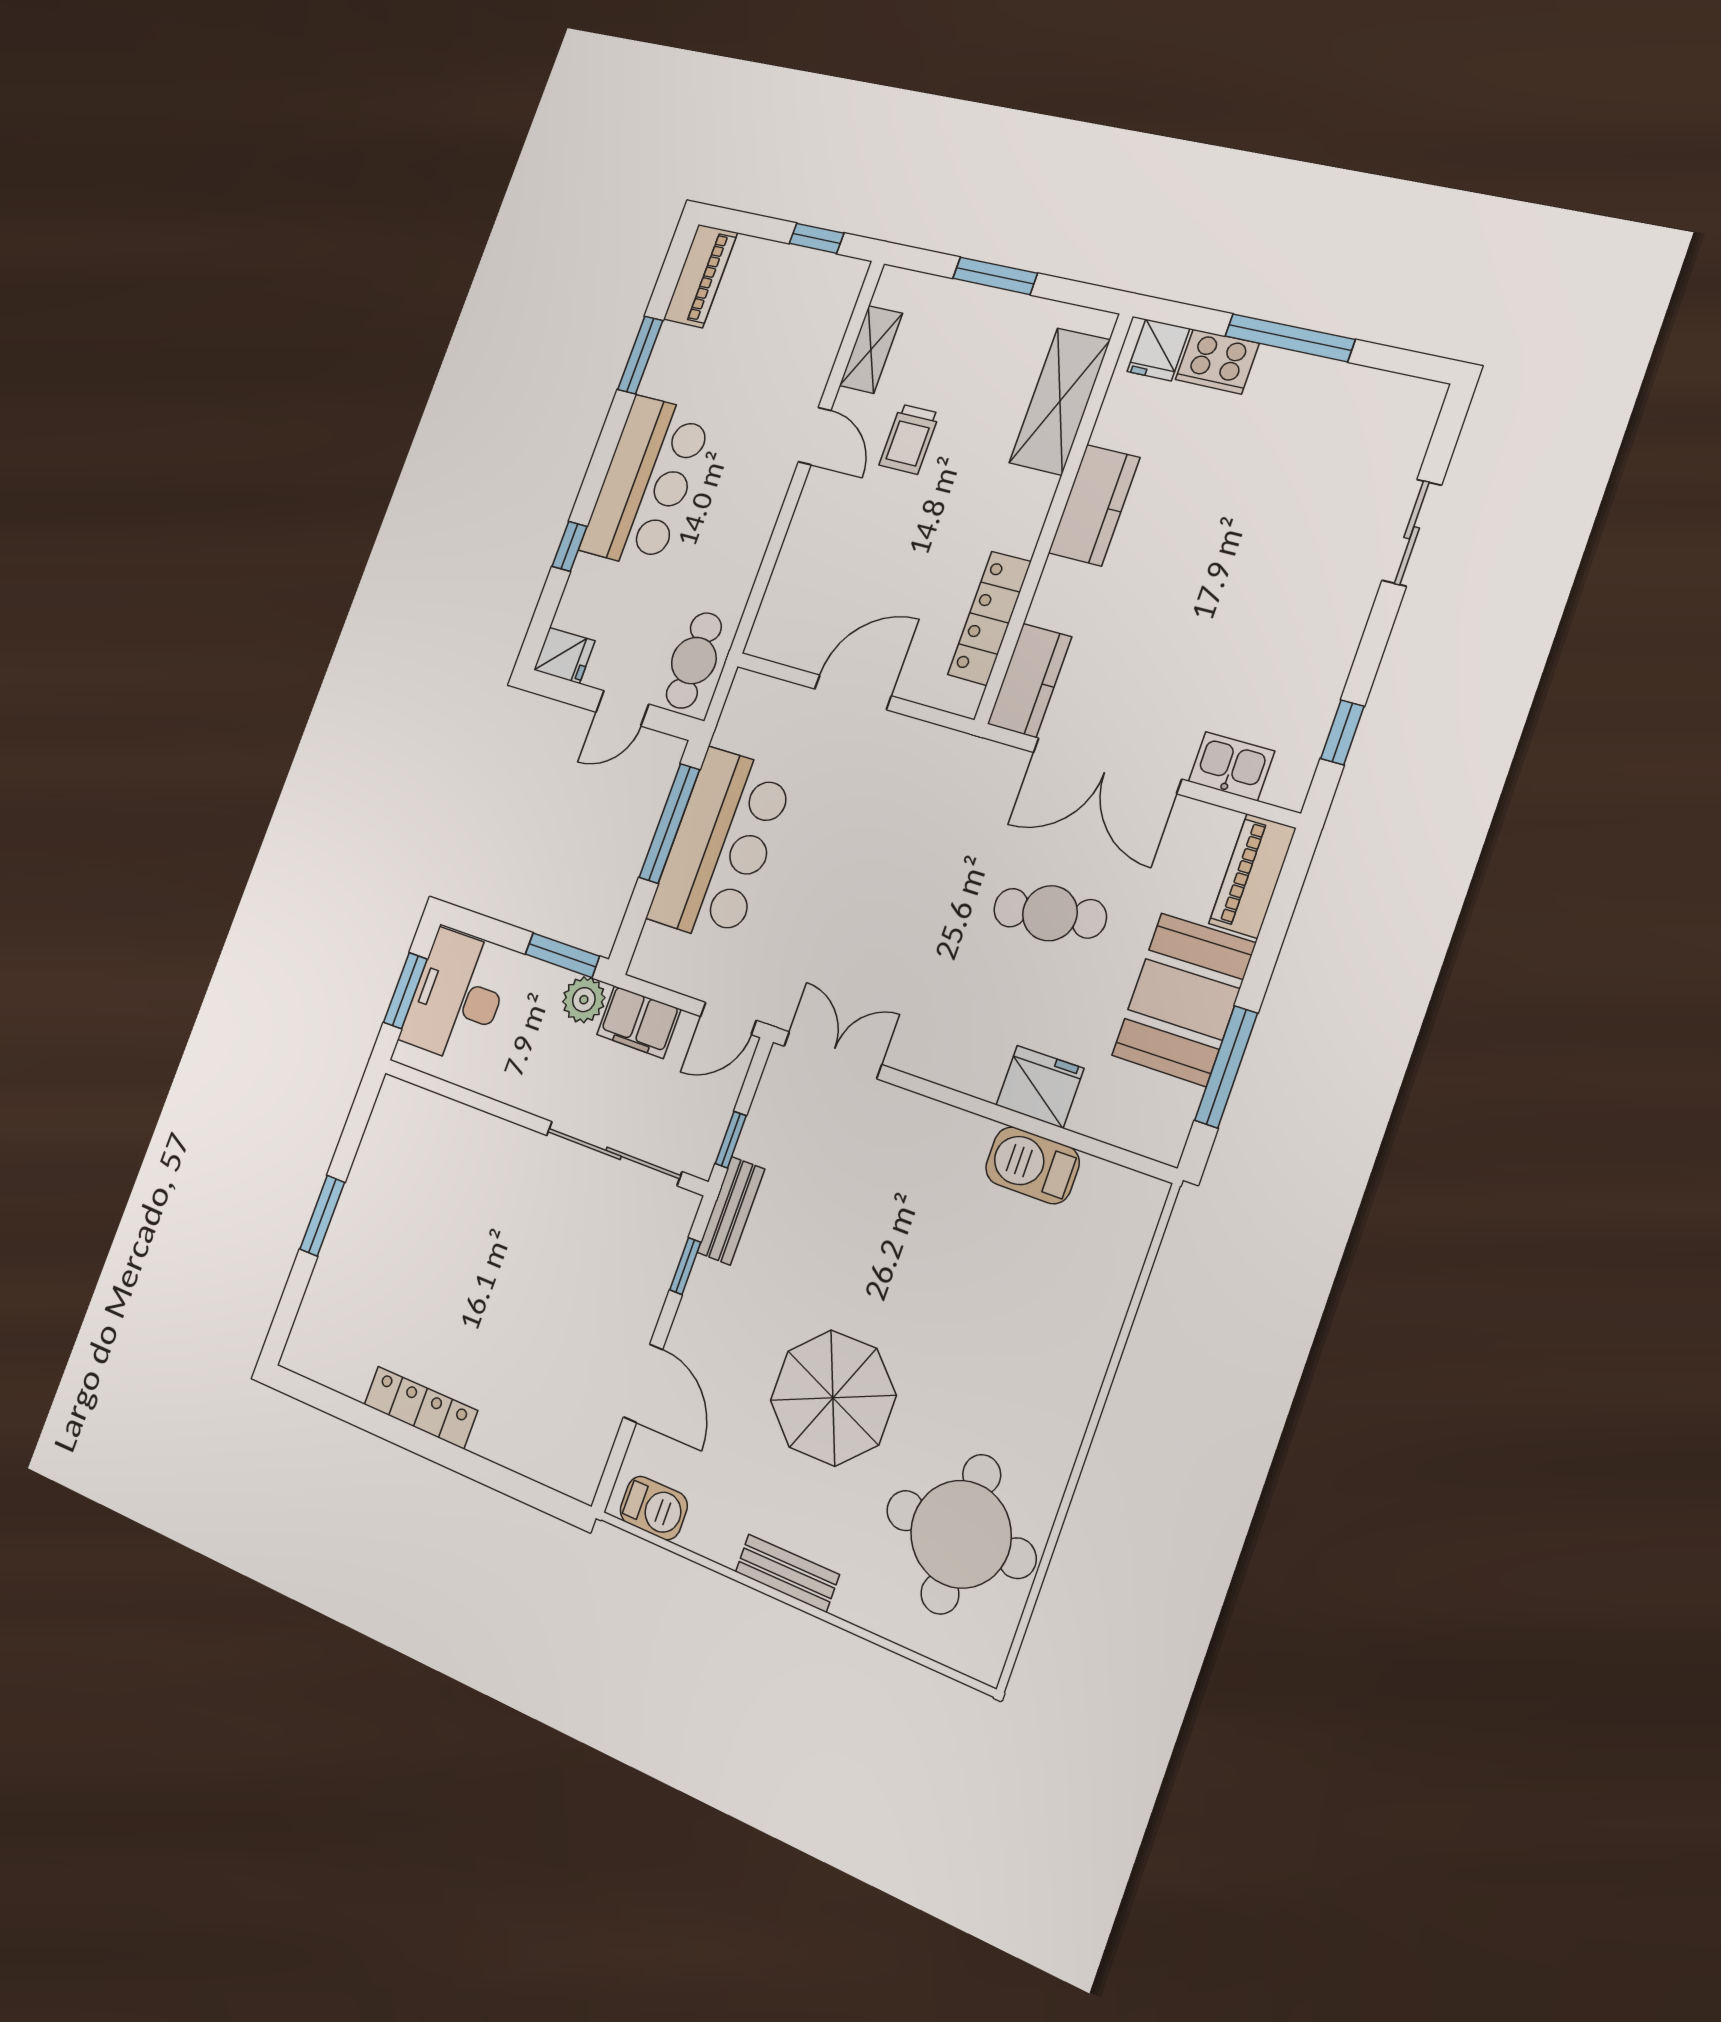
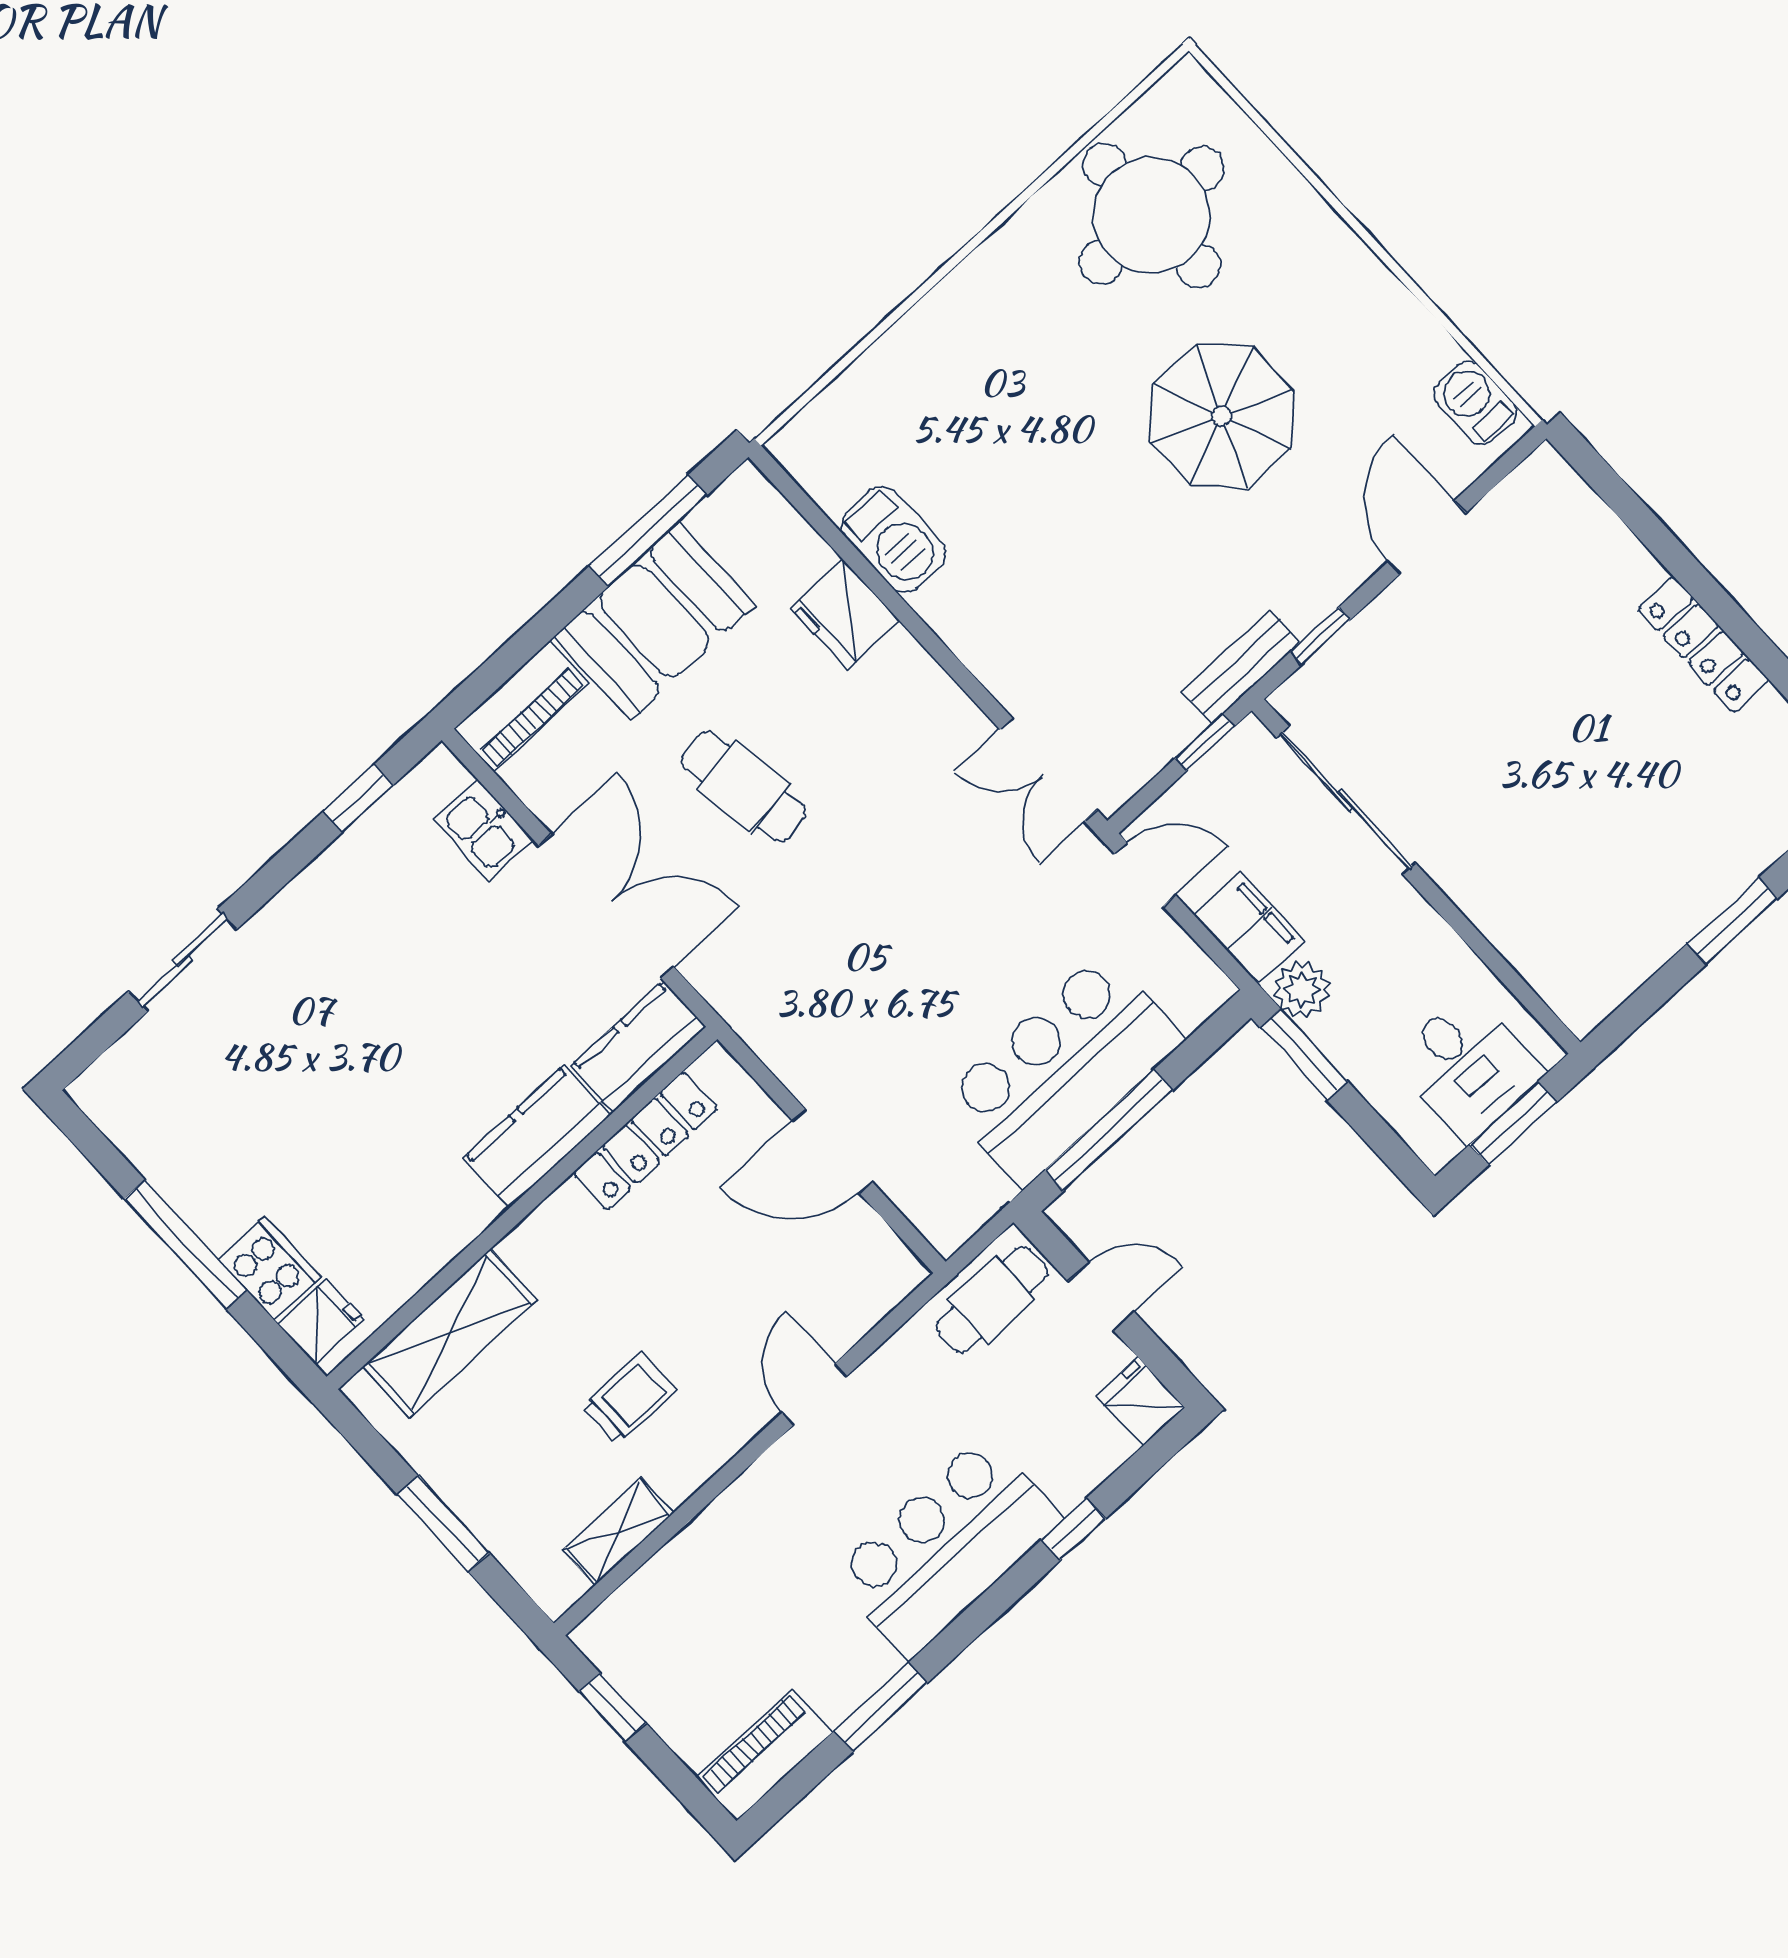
door: (815, 436) -> (814, 1394), moved
kitchen counter: (1094, 505) -> (537, 1137), moved
desk: (457, 997) -> (1468, 1066), width x0.73
bench: (787, 1573) -> (1357, 266), removed

